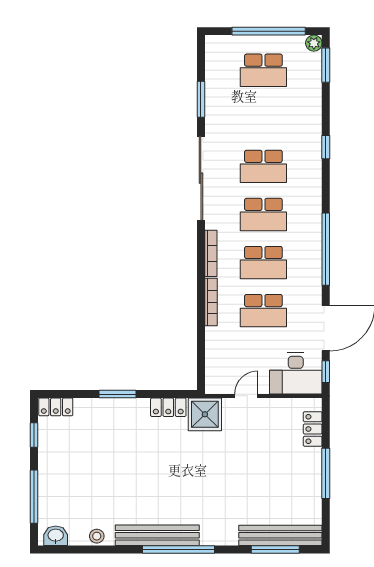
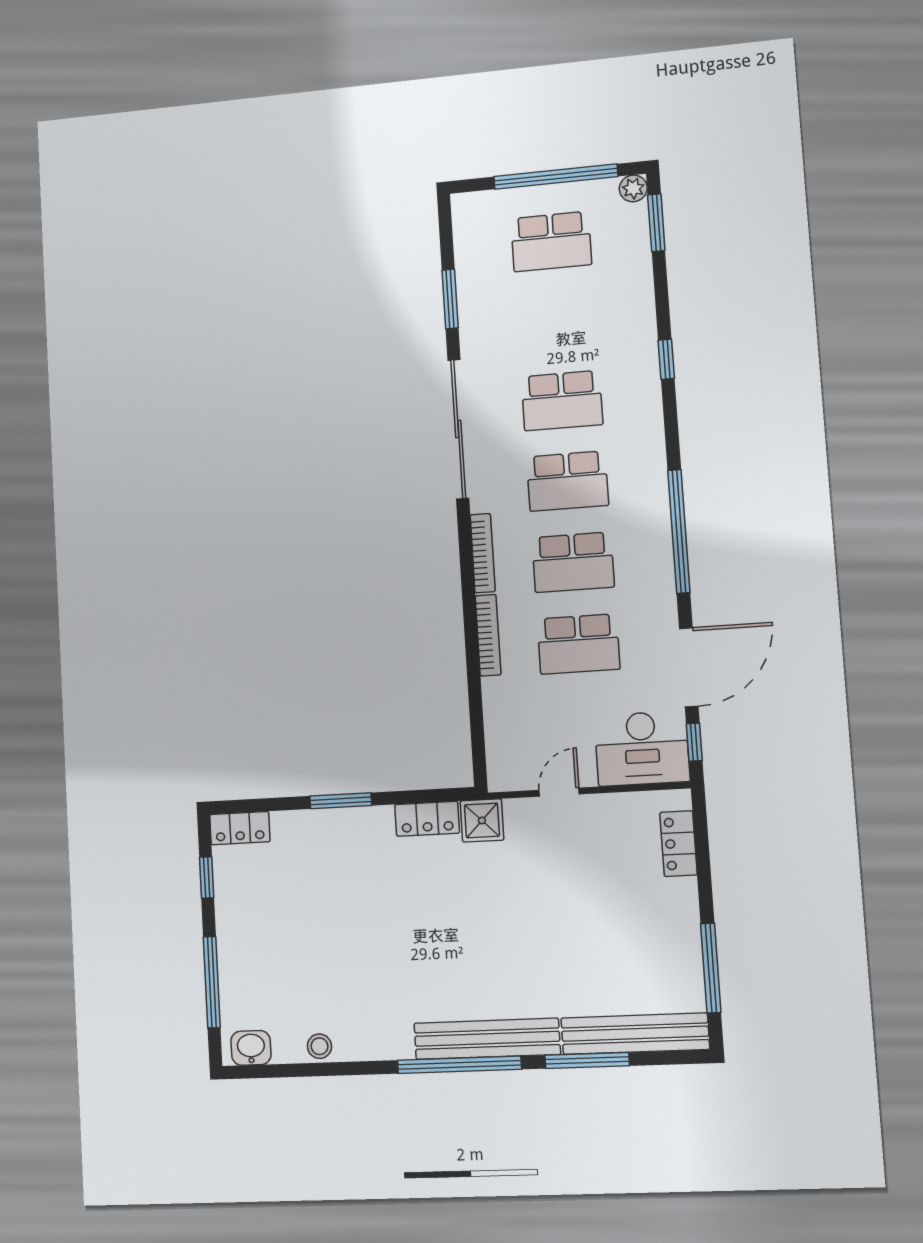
shower: (205, 414) -> (482, 820), width x0.73, depth x0.73
window: (326, 473) -> (711, 968), moved
bench: (157, 535) -> (487, 1039), moved
window: (275, 550) -> (587, 1061), moved

